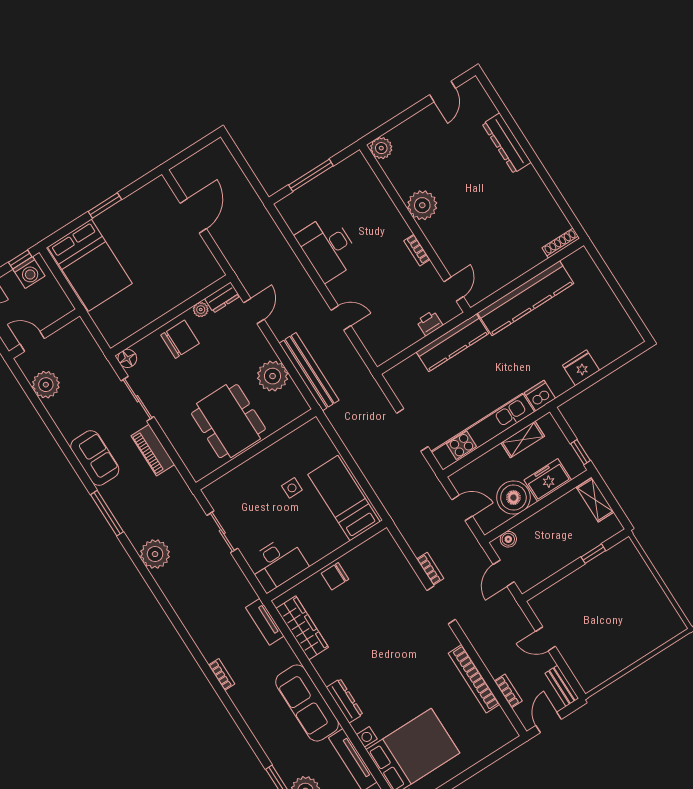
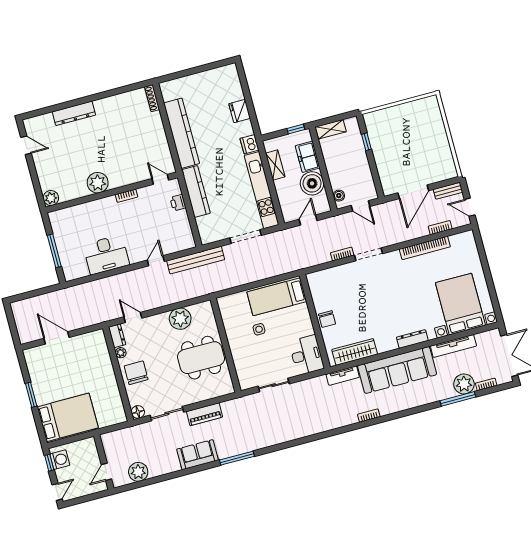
bench: (309, 372) -> (196, 260), moved
plant: (155, 554) -> (274, 435), removed
door: (545, 639) -> (413, 192), width x1.87
sofa: (307, 703) -> (397, 370), width x1.36, depth x1.27

